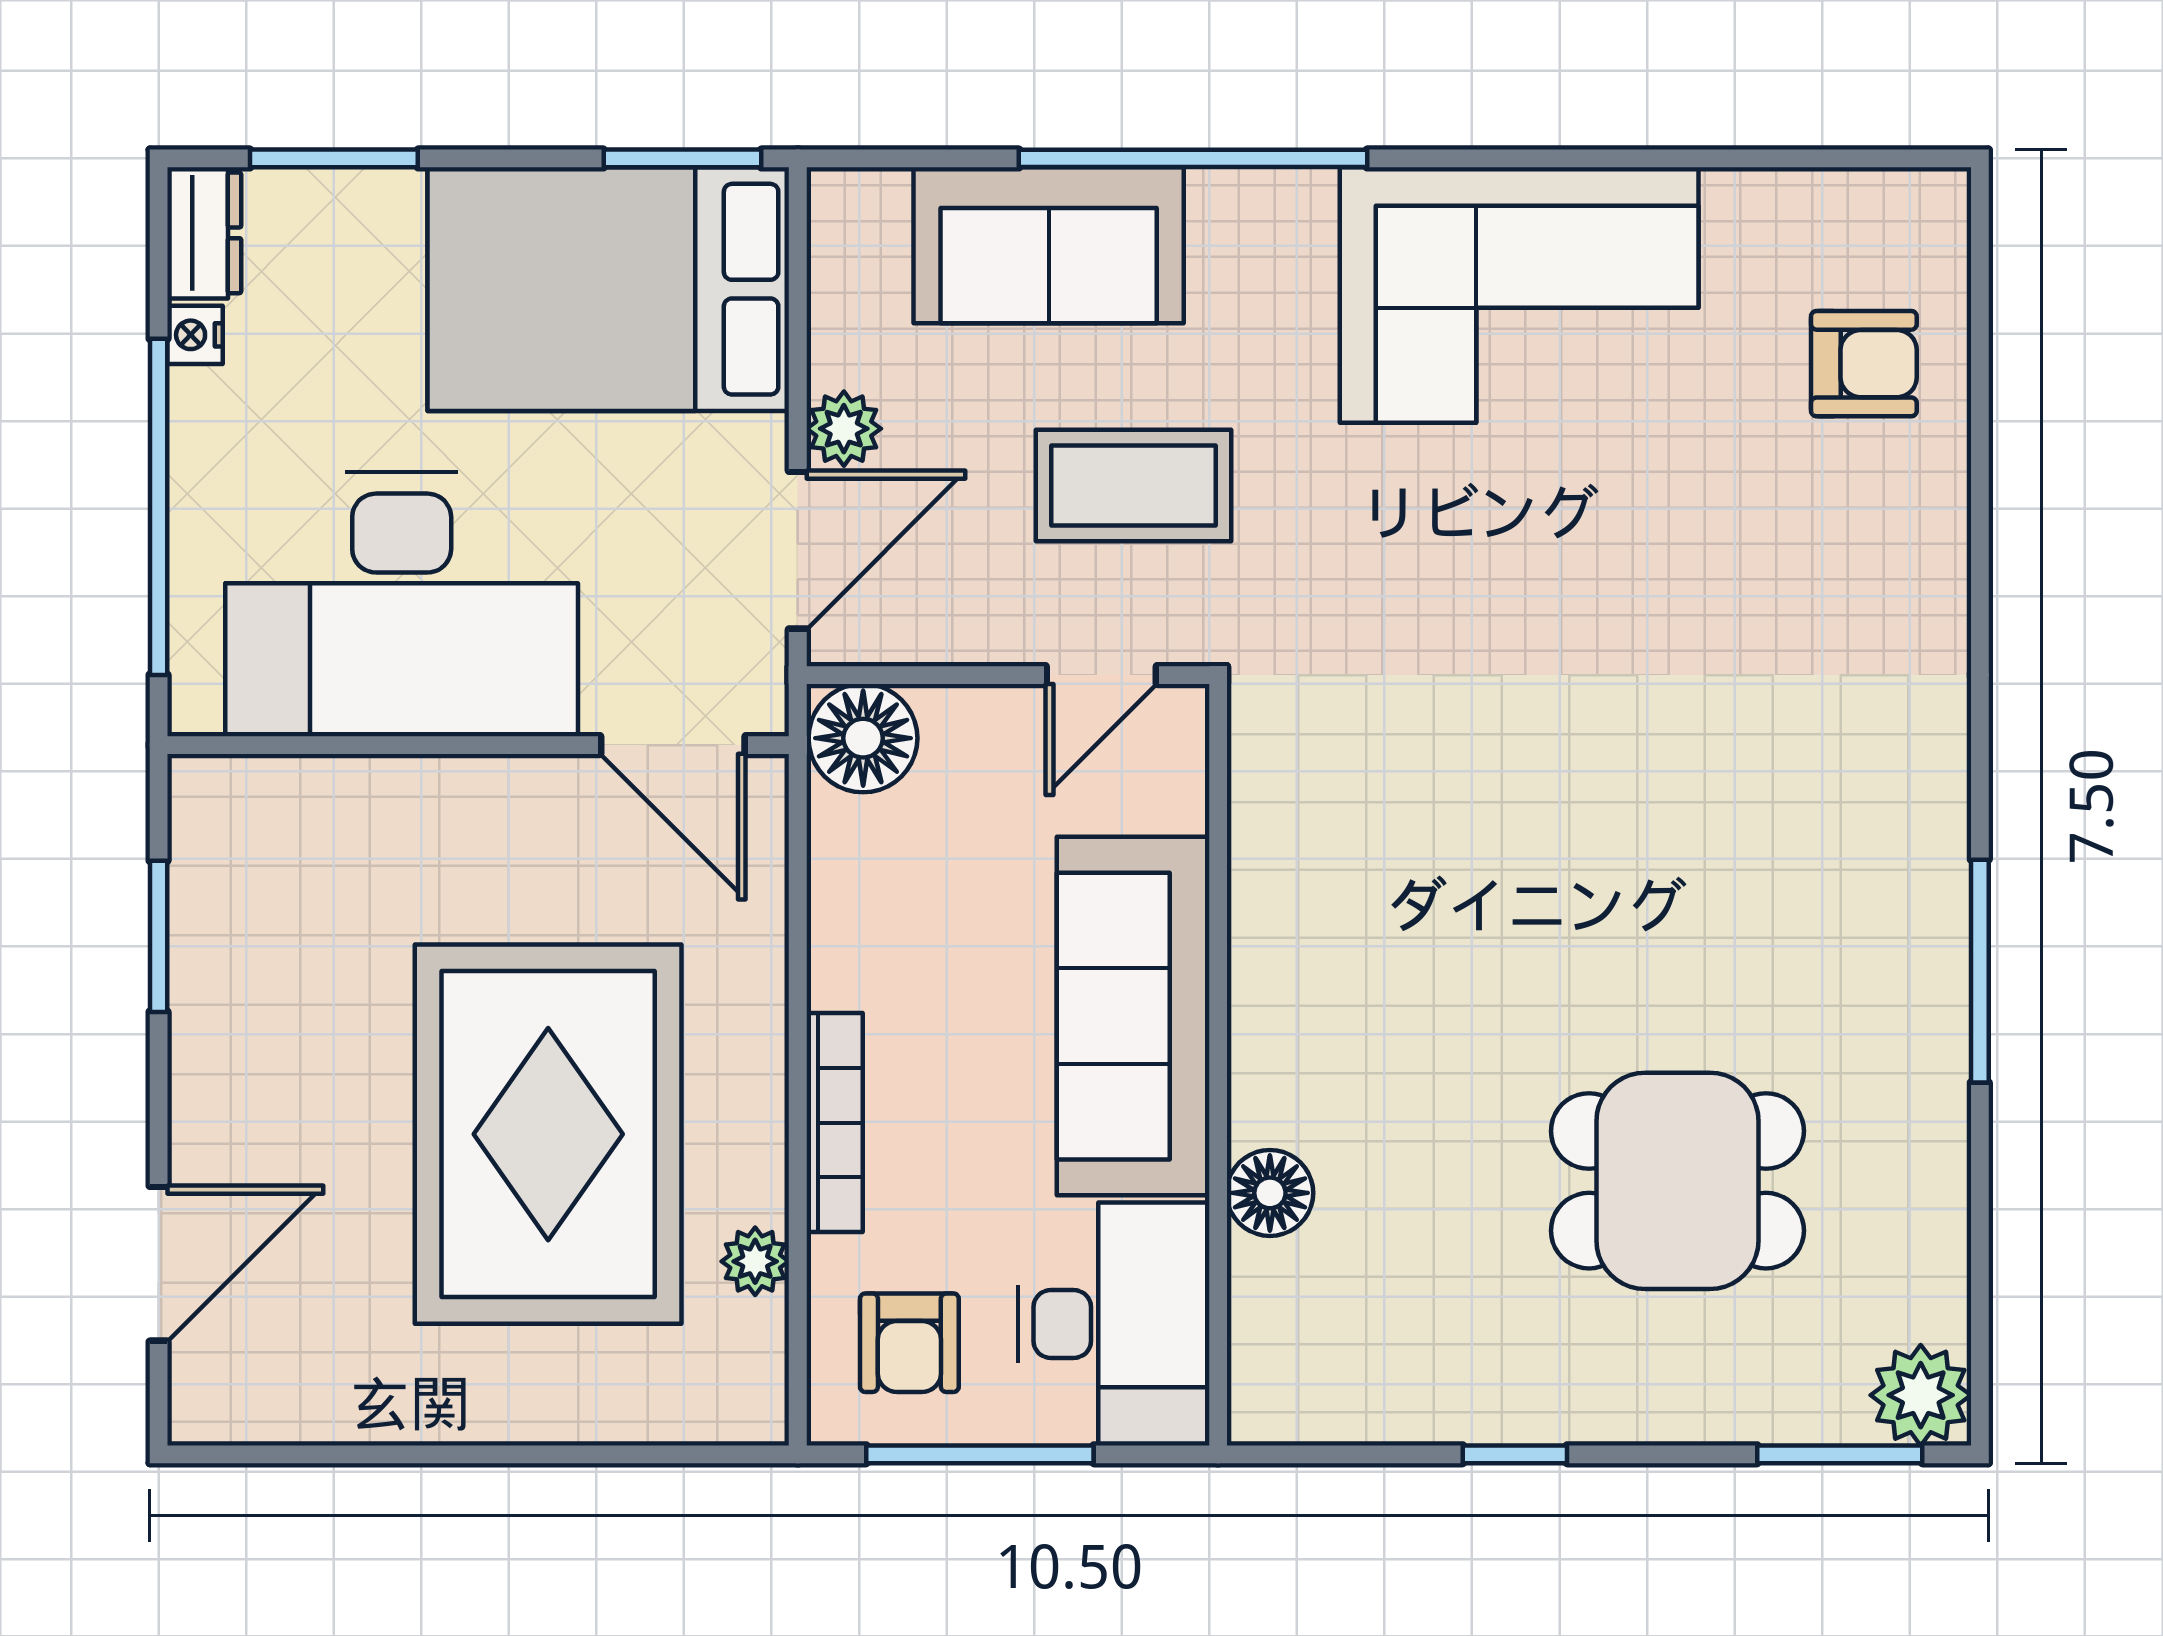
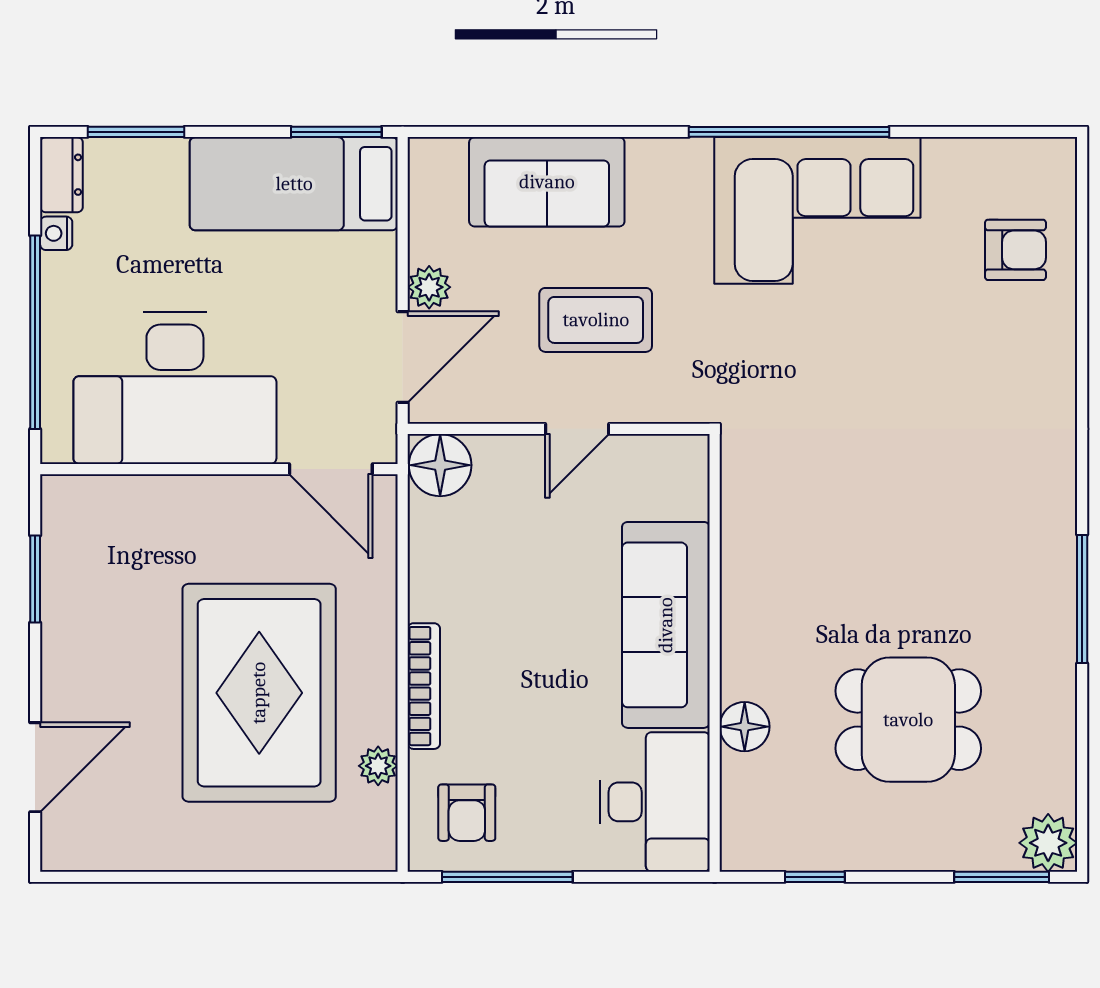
window: (1193, 158) -> (789, 132), moved
bed: (608, 289) -> (294, 184), width x0.67
sofa: (1133, 1016) -> (666, 625), moved
wall: (1218, 1065) -> (715, 653), moved
floor lamp: (1270, 1193) -> (745, 727), moved
desk: (1114, 1324) -> (655, 802), moved

